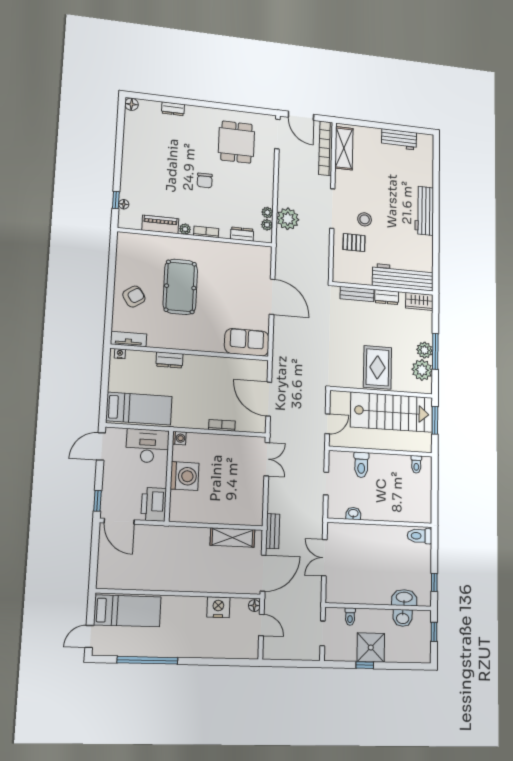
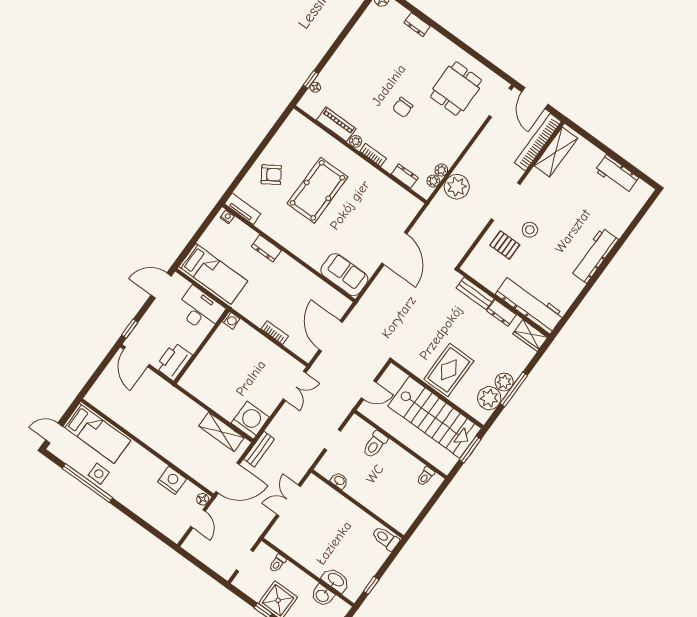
washing machine: (185, 476) -> (250, 420), moved, turned -90
side table: (152, 645) -> (99, 474), added

